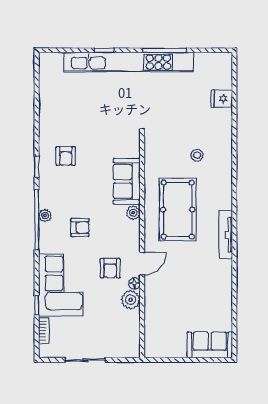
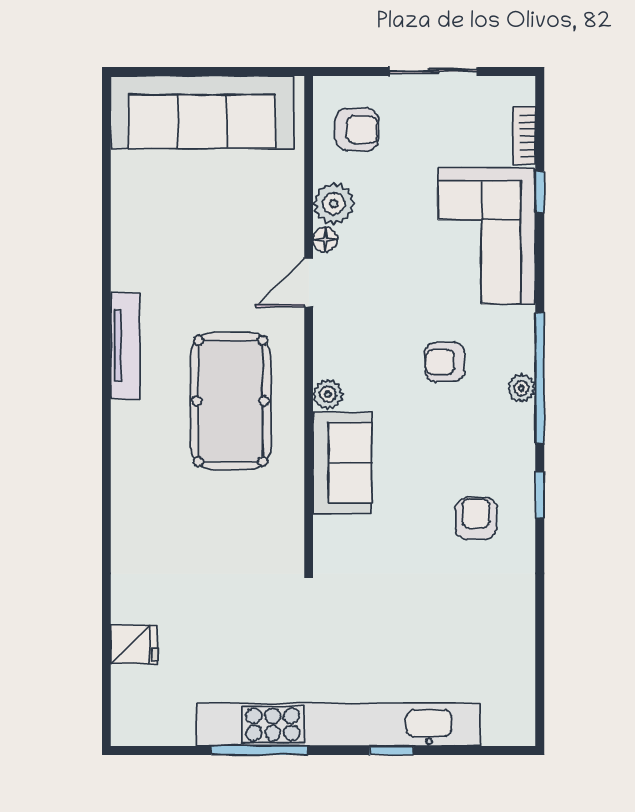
stool: (197, 155) -> (188, 520), removed
armchair: (110, 268) -> (357, 129), moved, turned 90
sofa: (210, 345) -> (202, 112), width x1.85, depth x1.27

